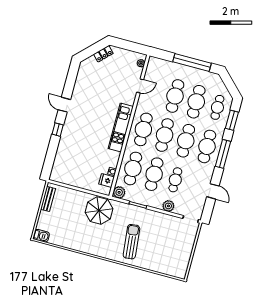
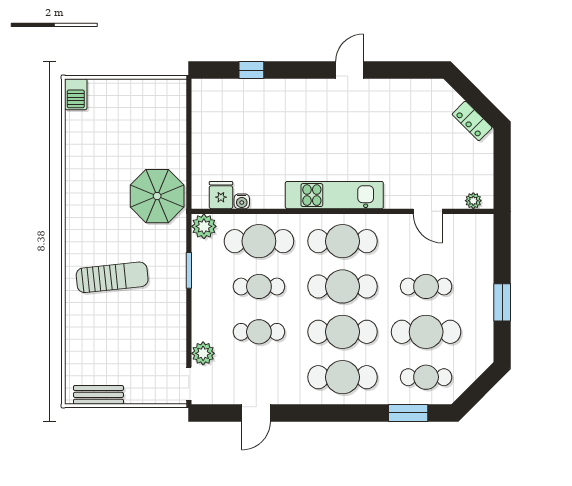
window: (192, 62) -> (502, 302), width x0.47
cafe table: (175, 96) -> (426, 286), width x0.73, depth x0.74
window: (58, 130) -> (251, 70), moved
window: (223, 154) -> (336, 413), removed
cafe table: (154, 174) -> (259, 286), width x0.73, depth x0.74
bench: (48, 199) -> (98, 395), moved
plant: (168, 206) -> (203, 353), moved

